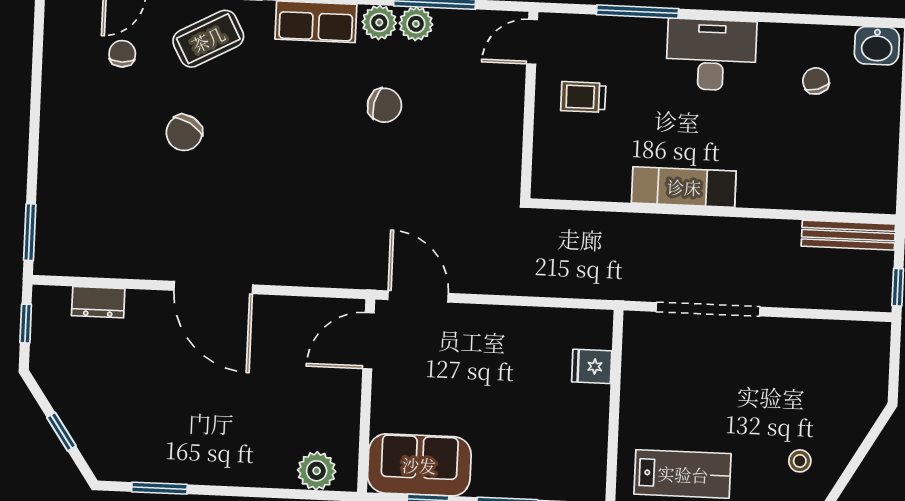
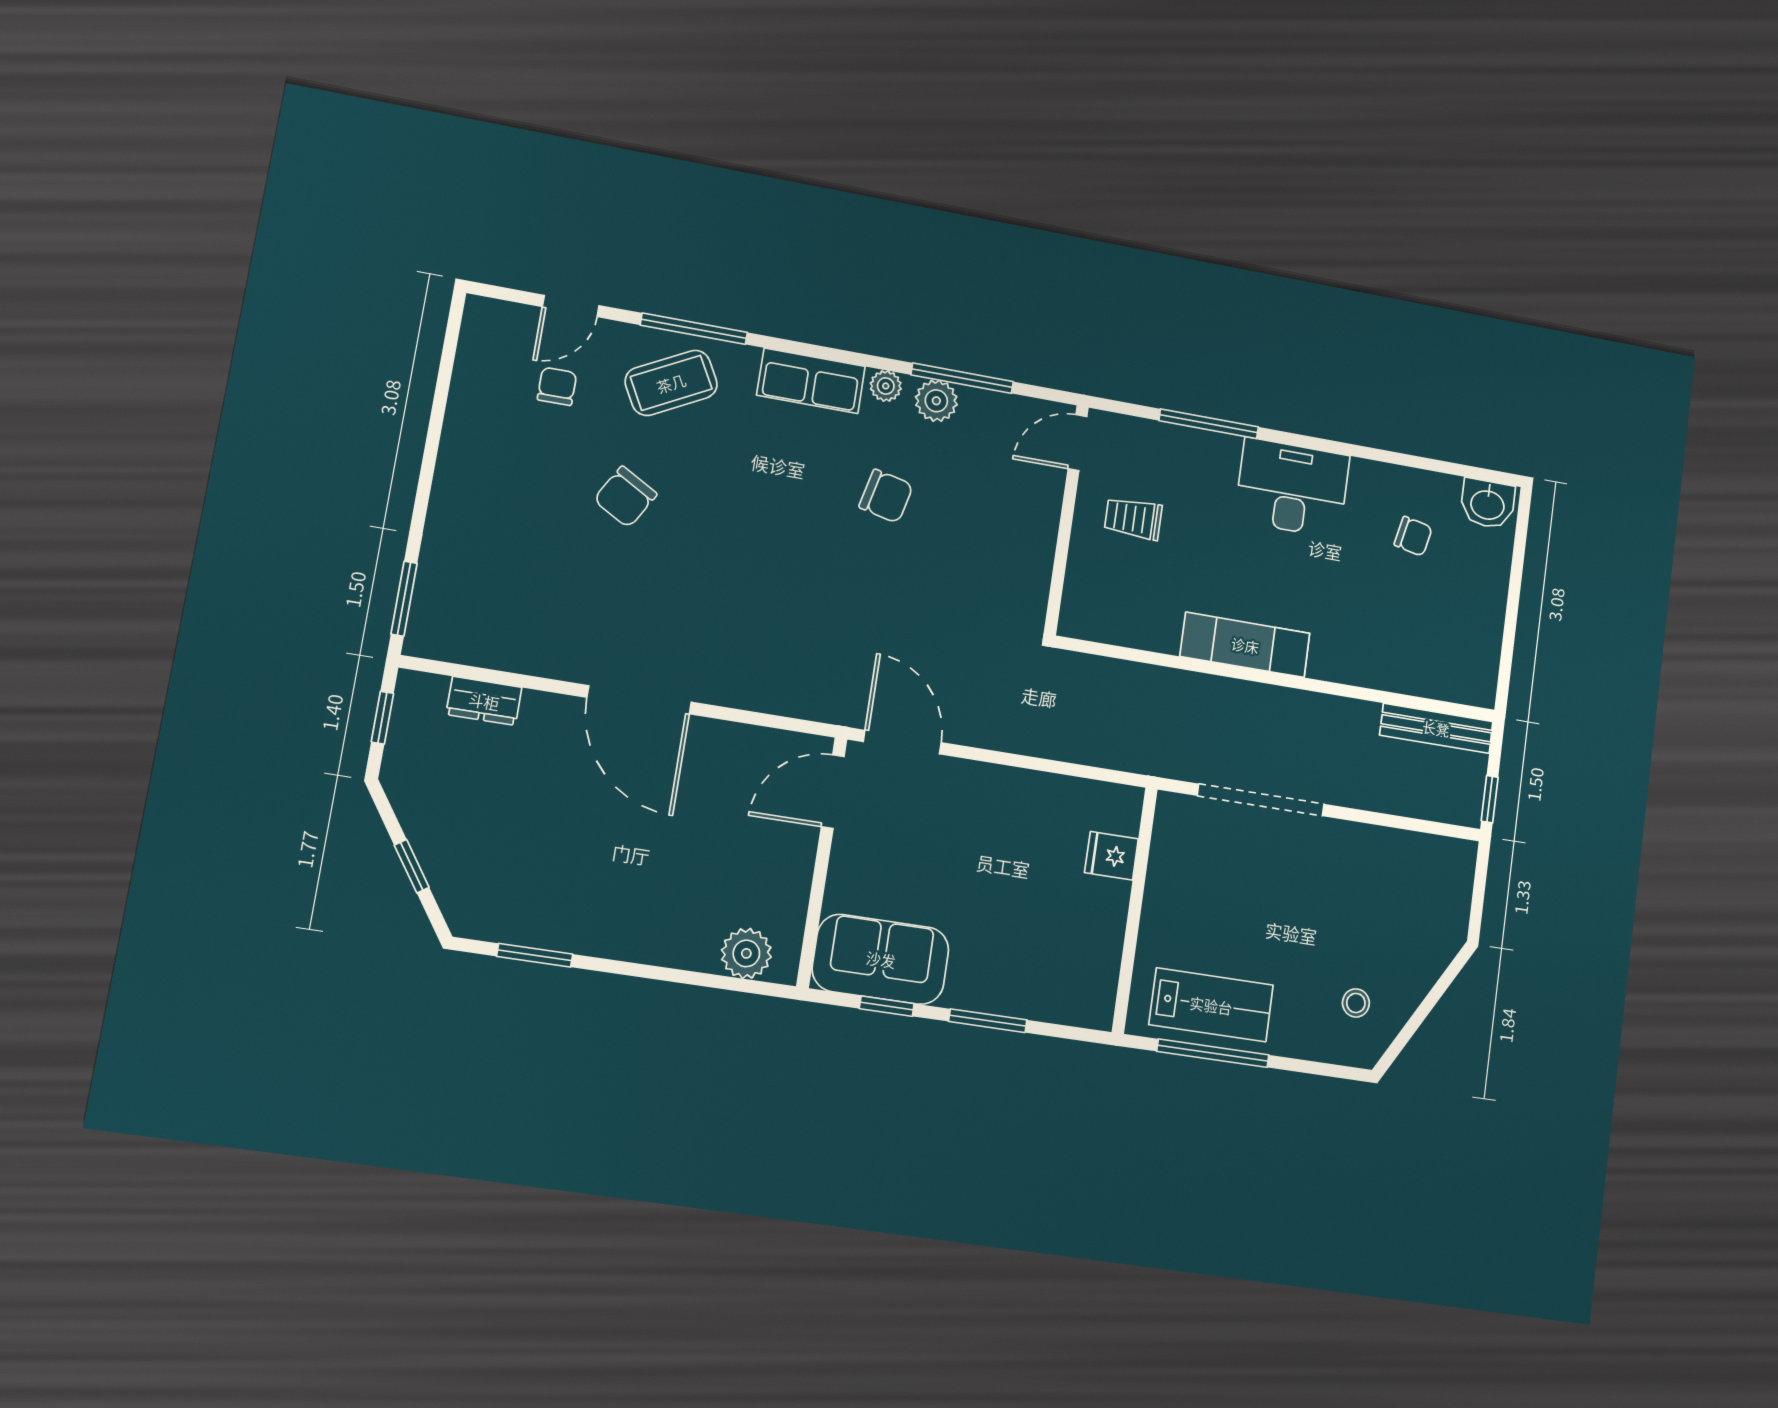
plant: (379, 22) -> (886, 386), width x0.73, depth x0.73
chair: (816, 81) -> (1413, 536), turned 119

